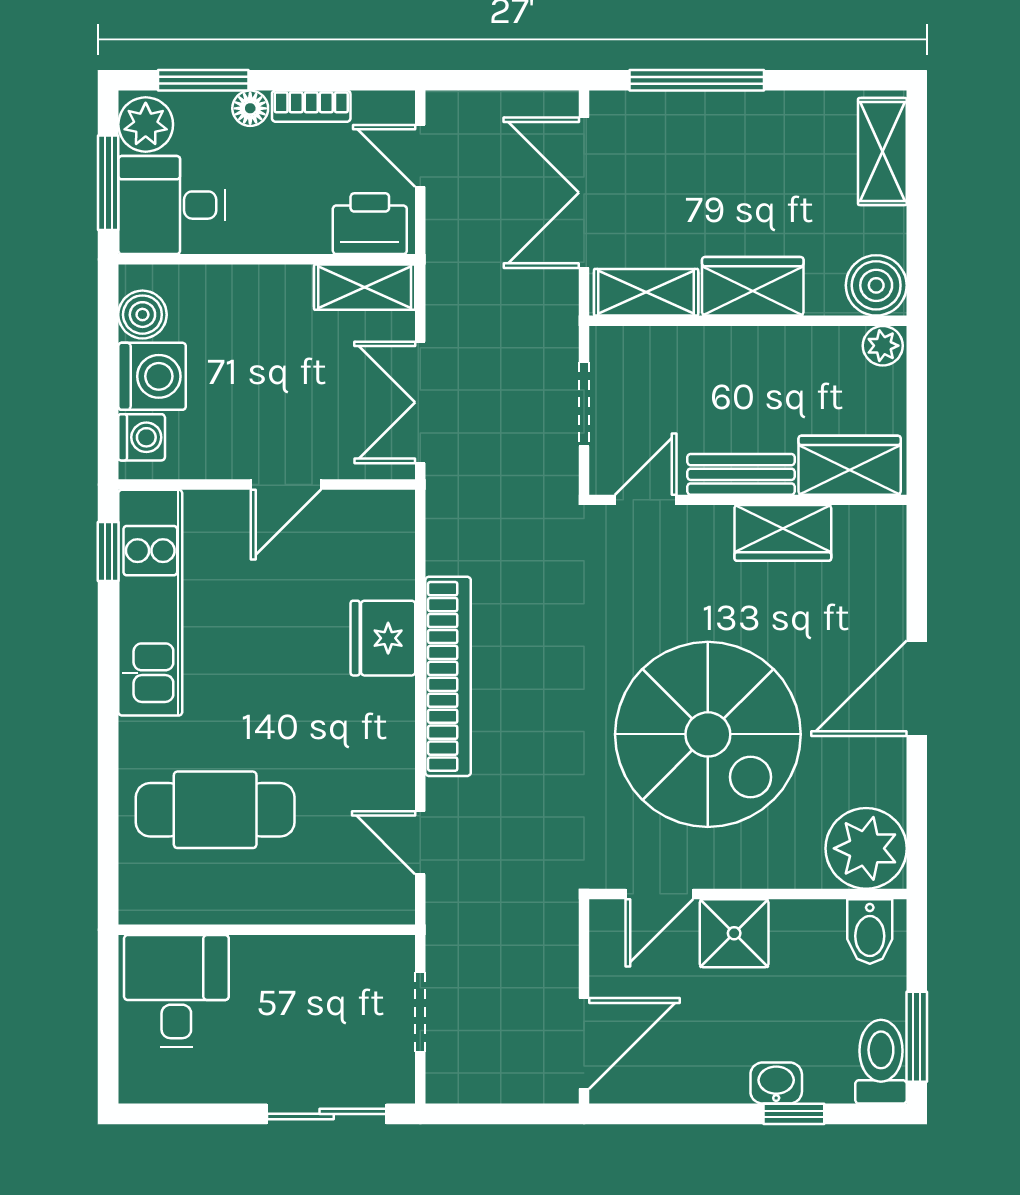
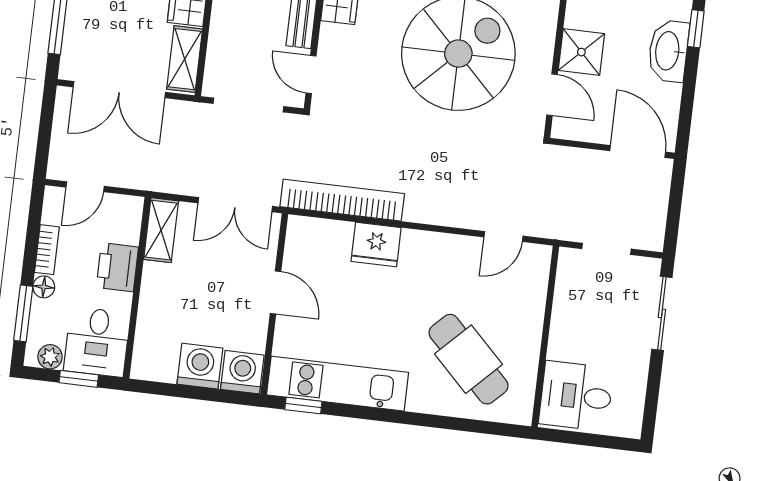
plant: (146, 124) -> (50, 357), width x0.73, depth x0.73
window: (108, 183) -> (79, 379), width x0.67
printer: (370, 224) -> (117, 267), moved
boiler: (142, 315) -> (162, 367), removed
doorway: (584, 404) -> (248, 105), width x1.38
washing machine: (142, 437) -> (242, 372), width x1.38, depth x1.38
bookcase: (448, 676) -> (342, 200), moved
cafe table: (215, 810) -> (469, 359), turned -45
washbasin: (776, 1083) -> (668, 51), width x1.91, depth x1.45

